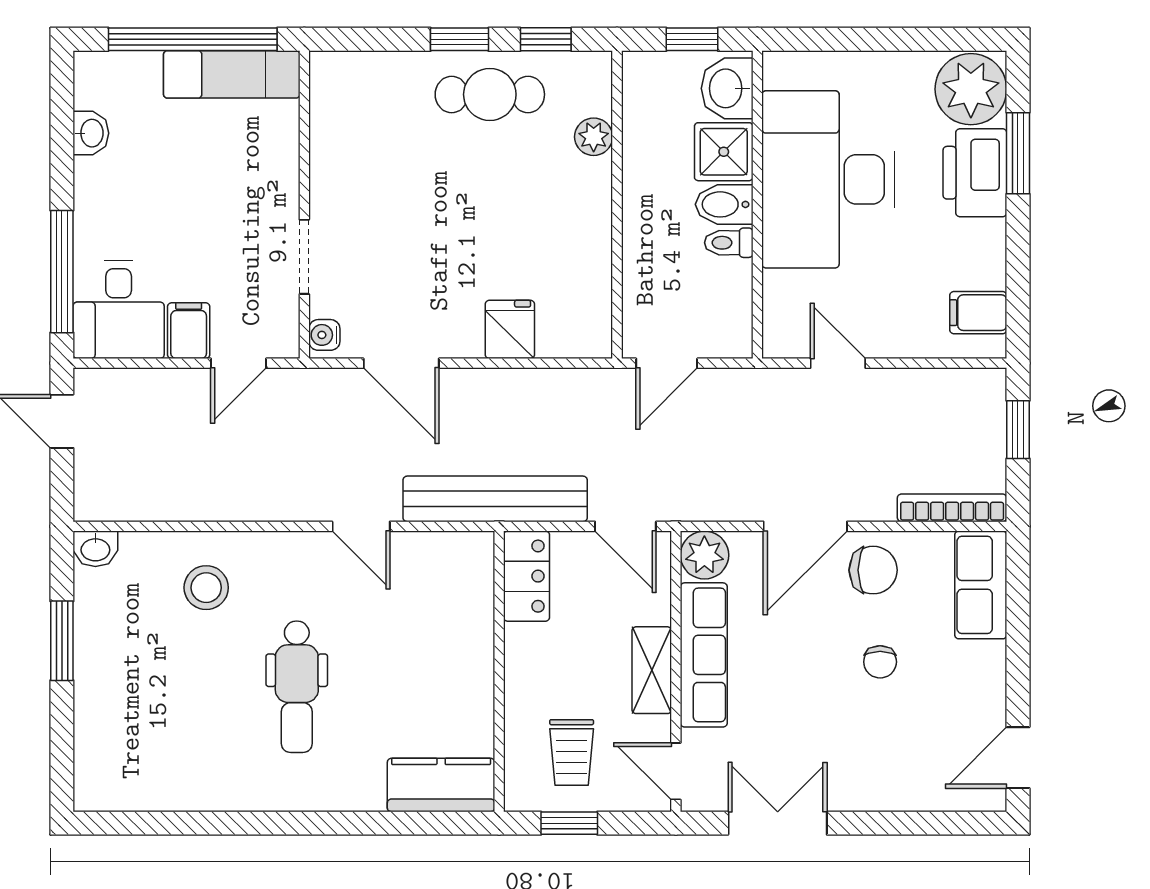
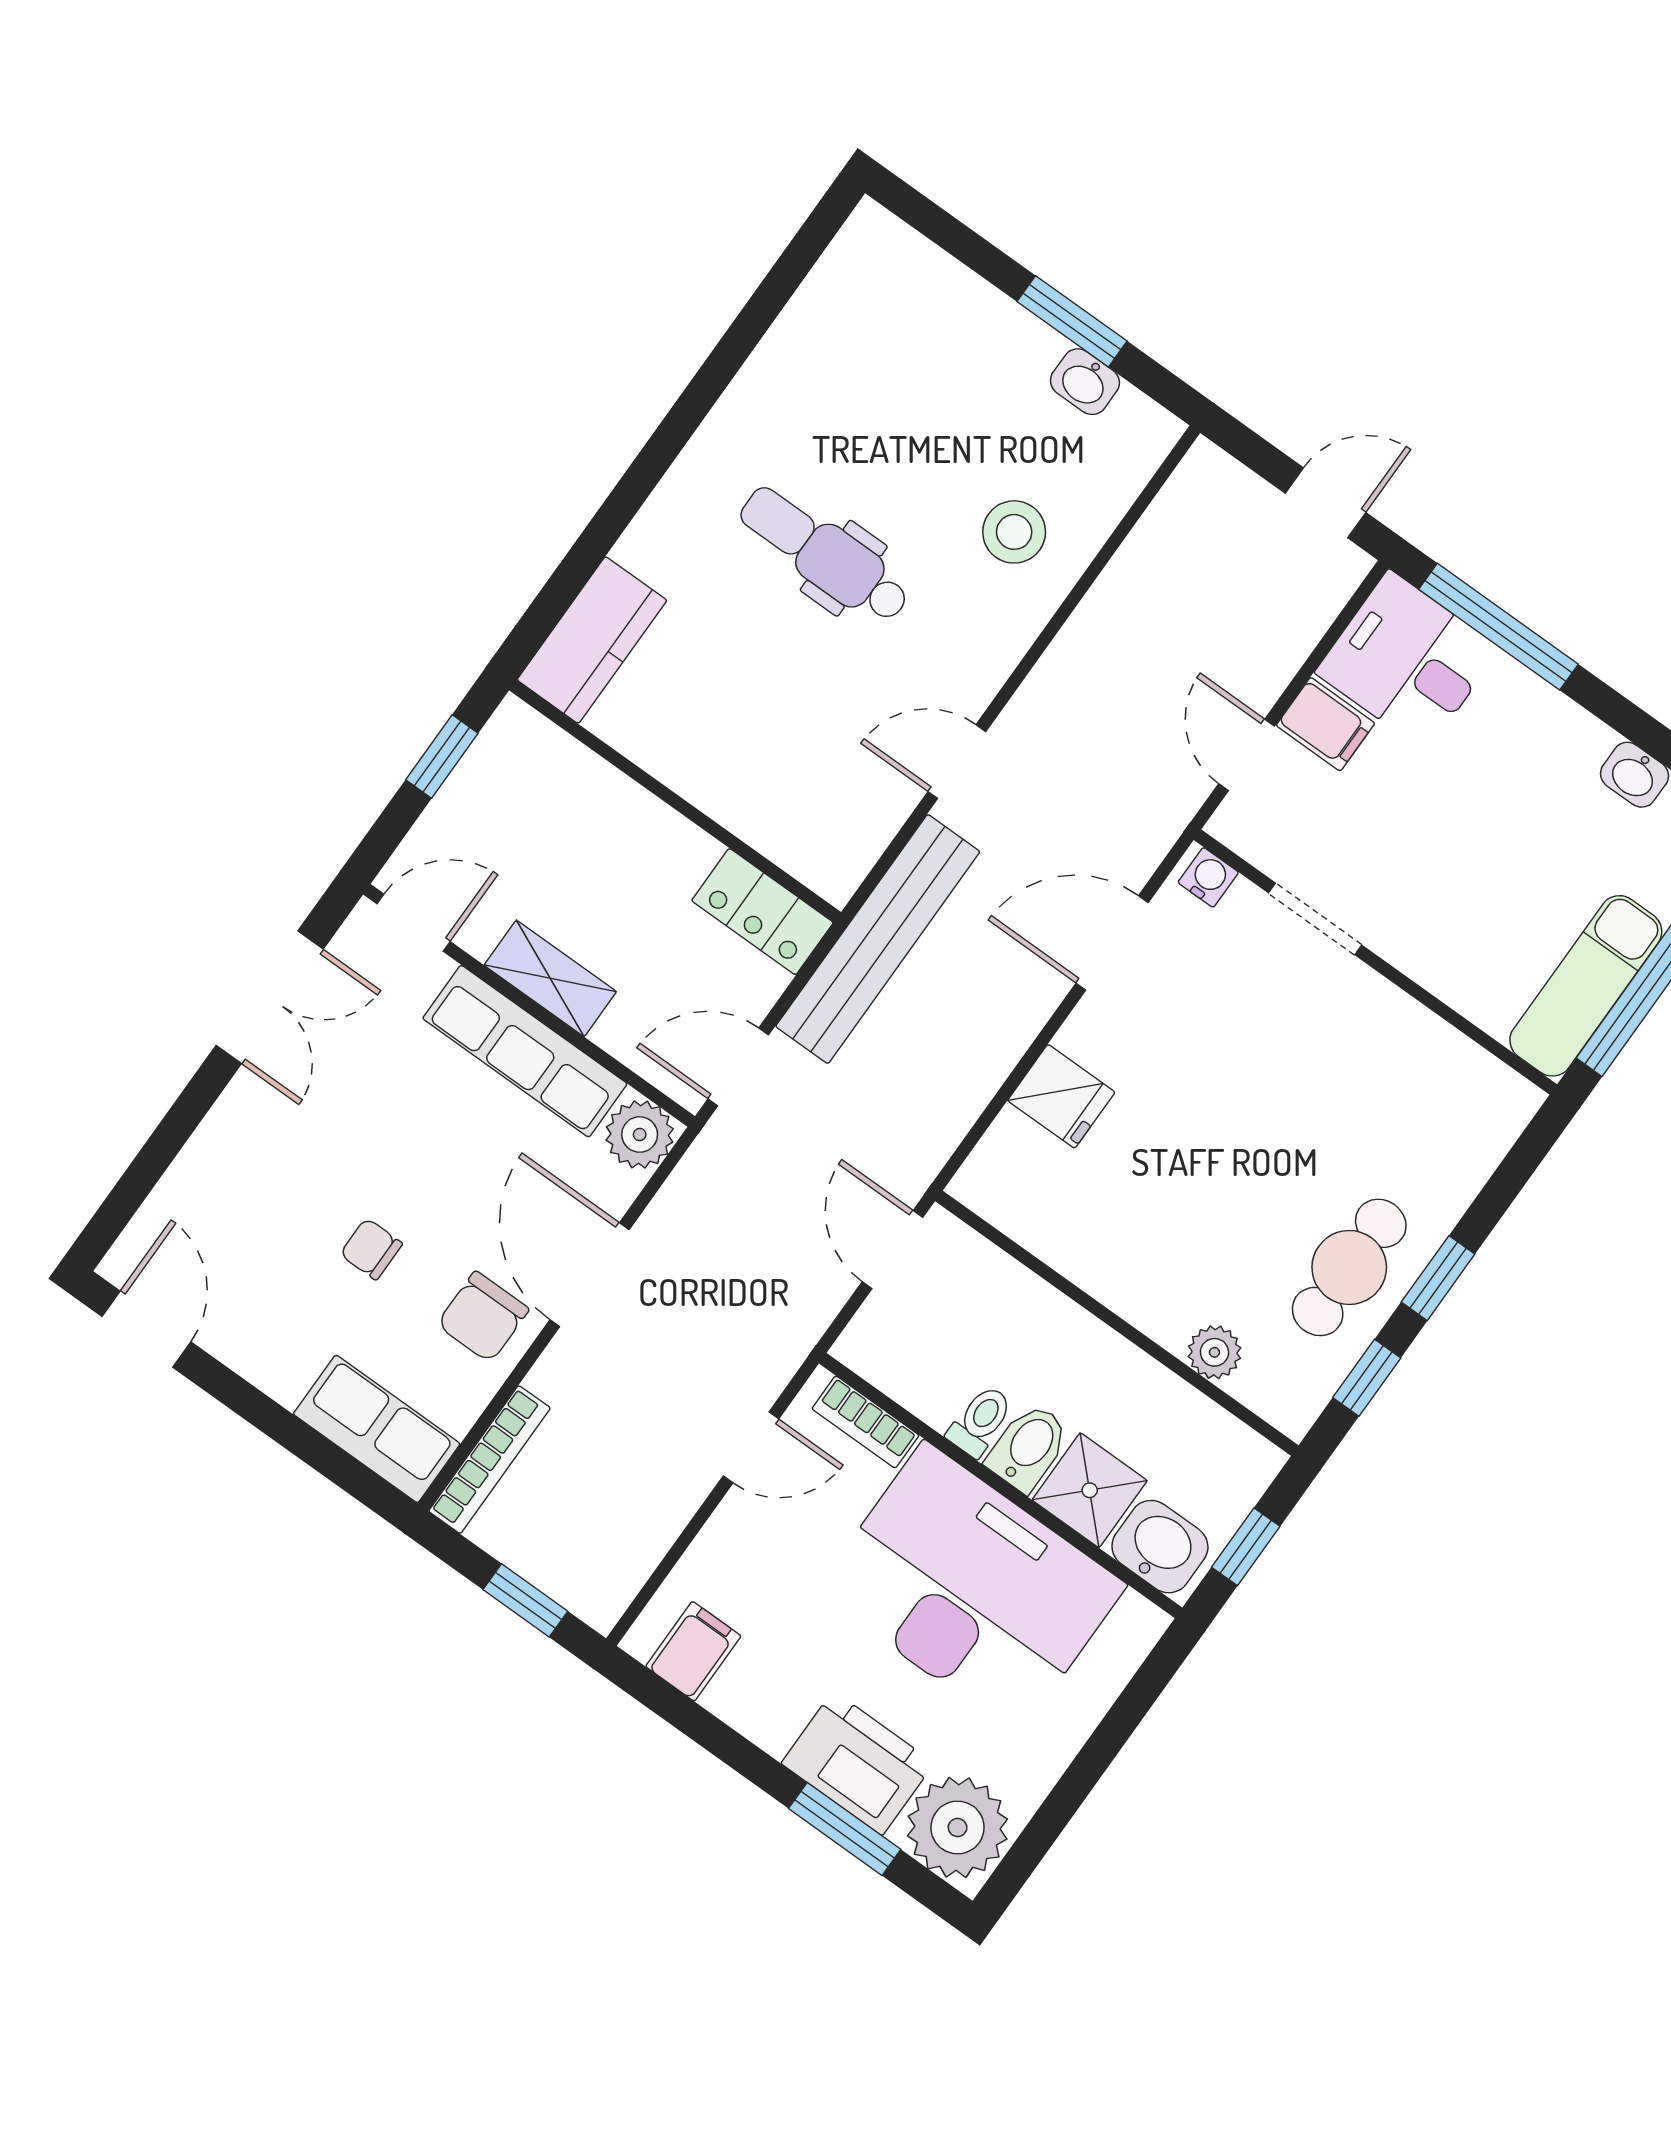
bookcase: (776, 308) -> (865, 1422), added
washbasin: (95, 549) -> (1085, 382), moved, turned -90
trolley: (572, 752) -> (522, 818), removed

